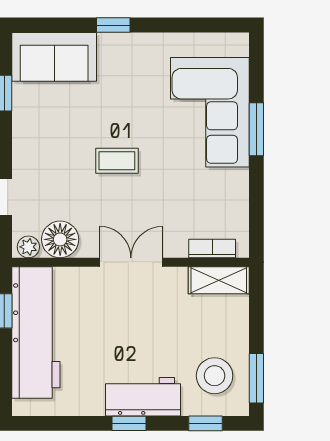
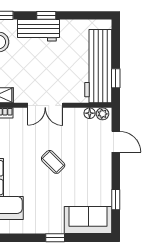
coffee table: (117, 161) -> (53, 162), turned 45
floor lamp: (60, 239) -> (90, 113), width x0.53, depth x0.53

